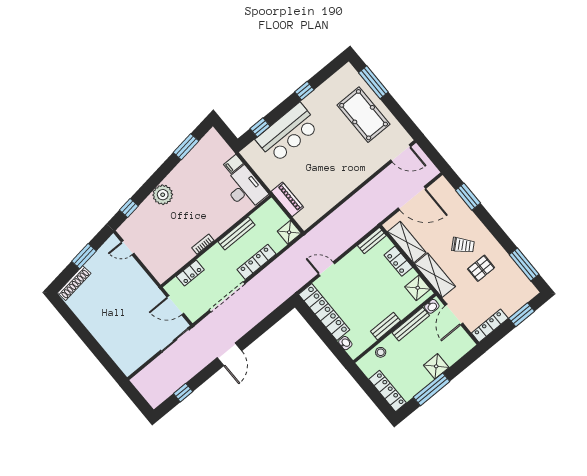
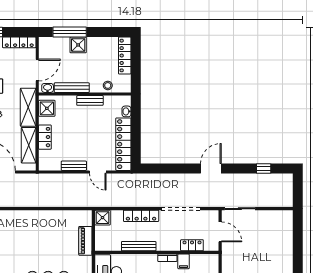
bench: (372, 241) -> (74, 166), moved
filing cabinet: (186, 253) -> (184, 261), added
window: (432, 389) -> (70, 32), moved

